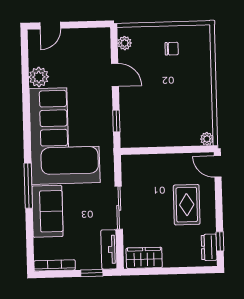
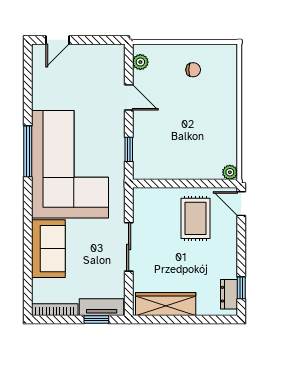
plant: (39, 77) -> (43, 97), removed
window: (28, 186) -> (28, 151), moved
rug: (187, 205) -> (196, 218), moved
tv unit: (109, 249) -> (102, 307), moved, turned 90
wardrobe: (144, 258) -> (166, 304), width x1.50

